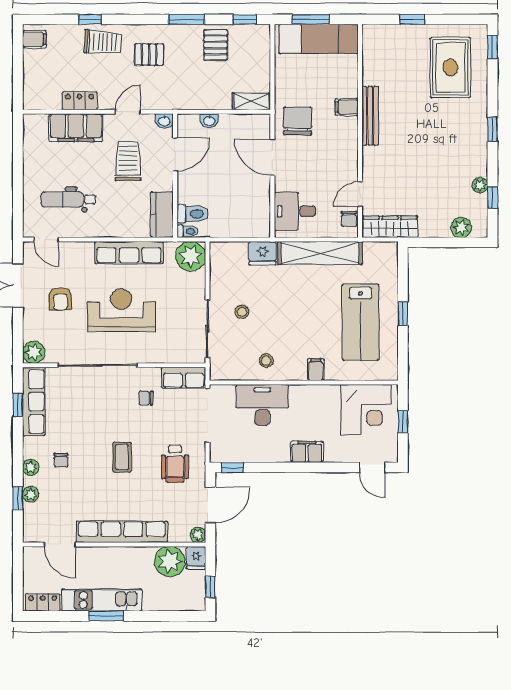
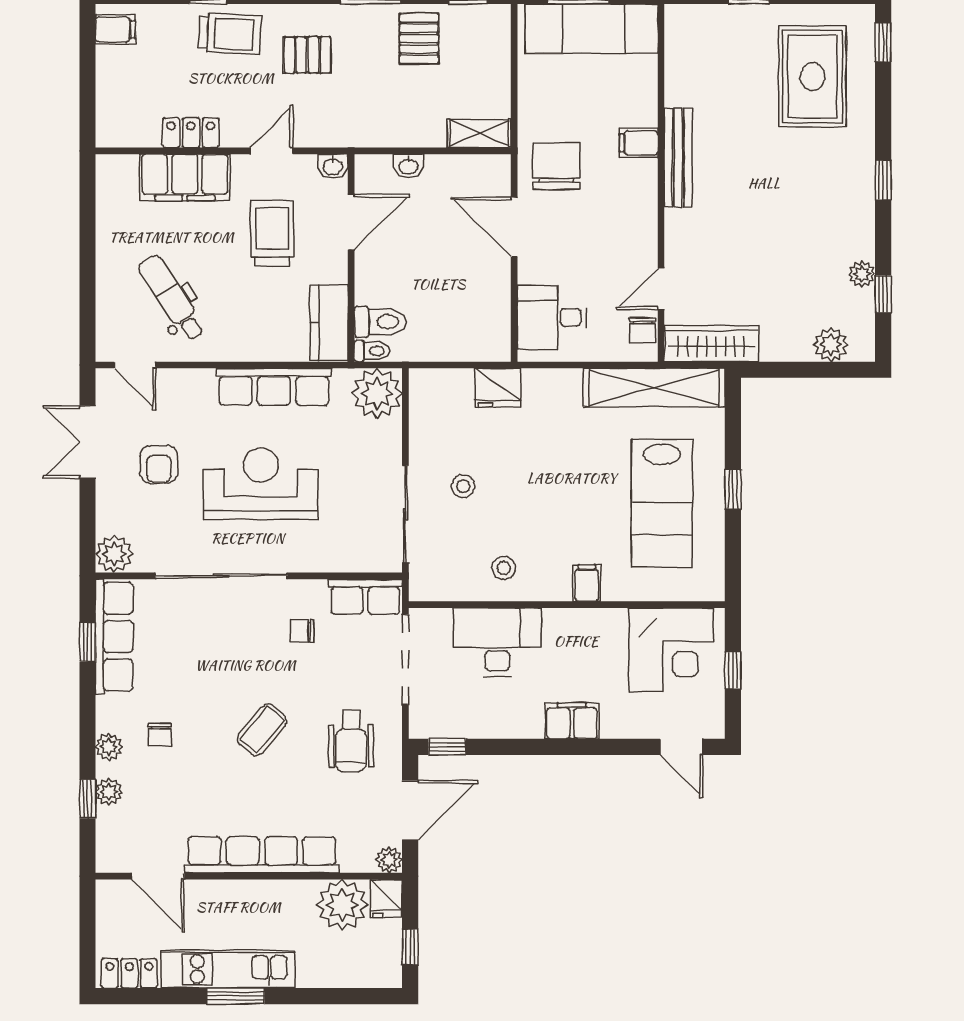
dental chair: (68, 200) -> (172, 298), turned 57
shelving: (320, 253) -> (654, 387), moved
coffee table: (122, 457) -> (262, 730), turned 40

